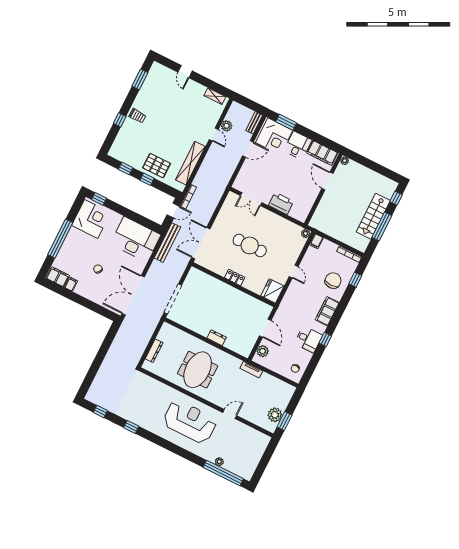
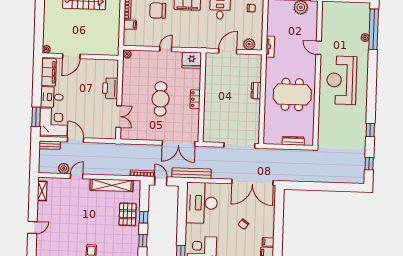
filing cabinet: (316, 241) -> (130, 25), moved

